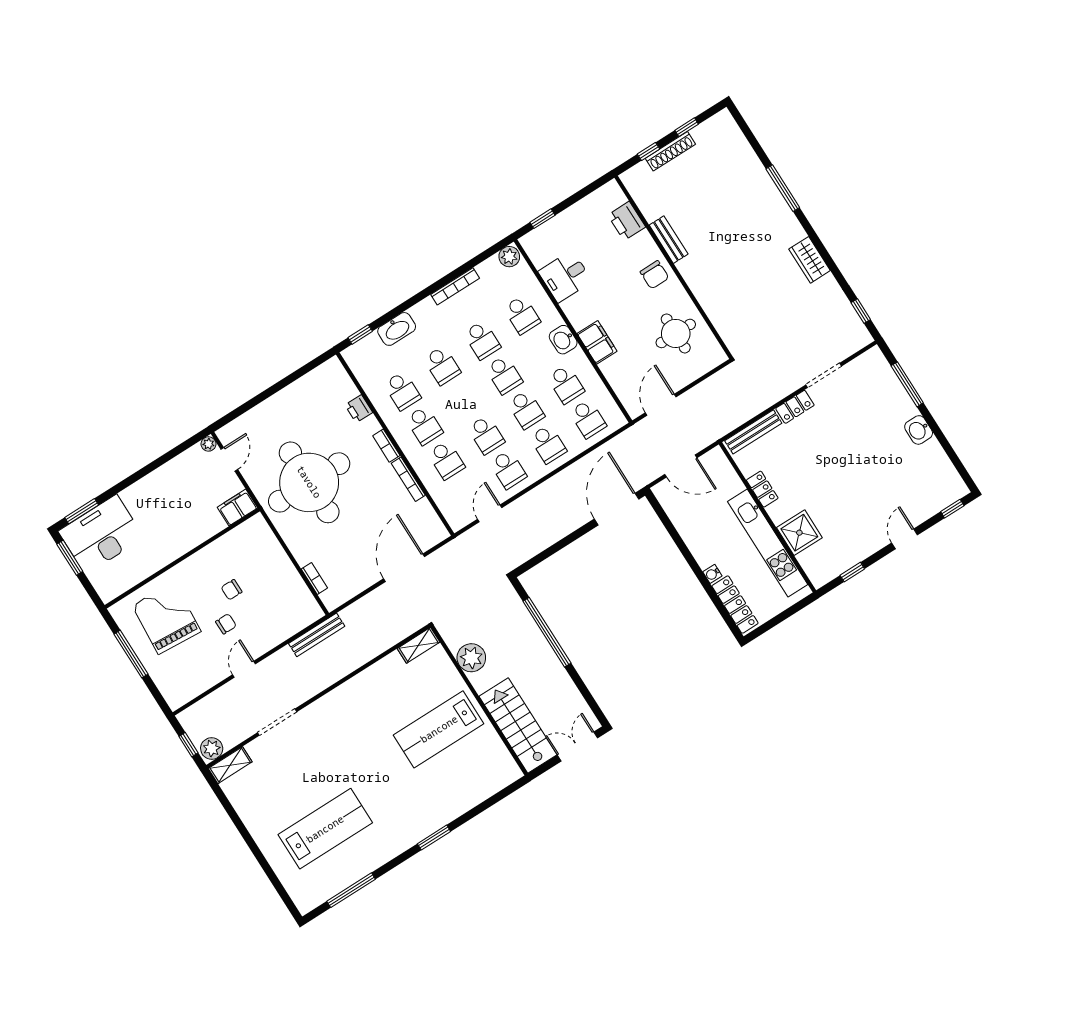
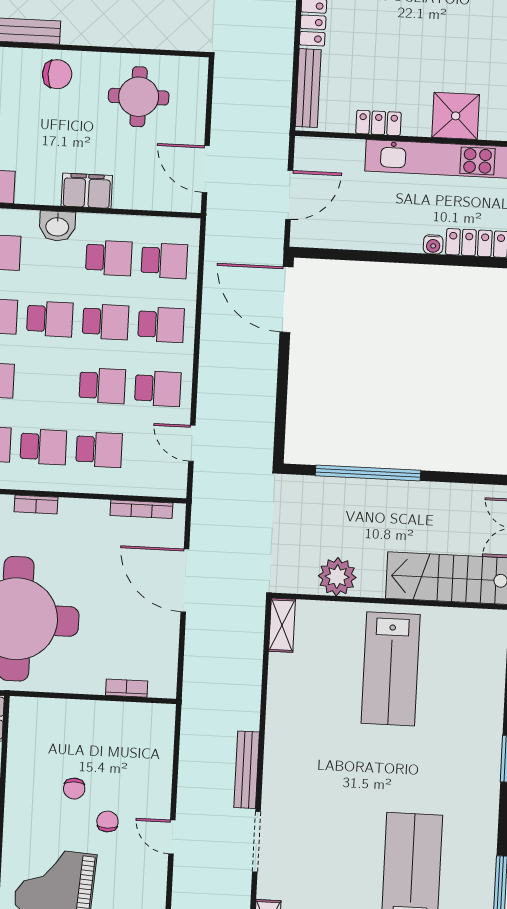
bookcase: (408, 479) -> (141, 509), moved
bench: (317, 635) -> (247, 770), moved

